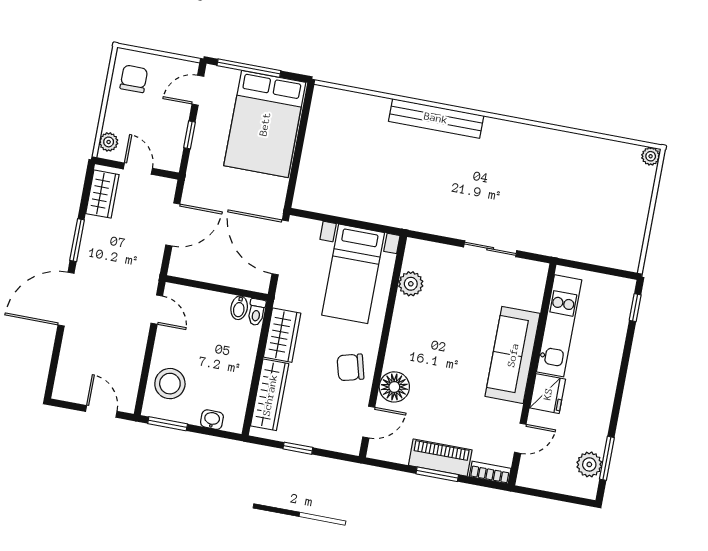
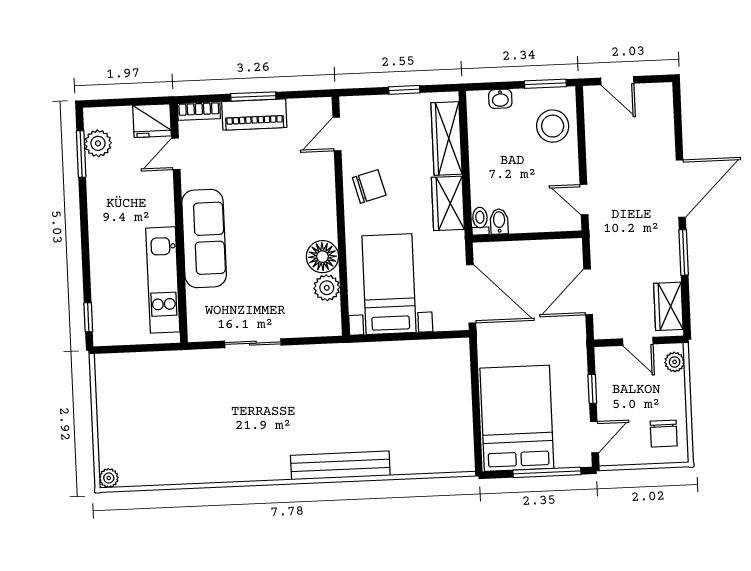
floor lamp: (394, 387) -> (322, 257), moved
fridge: (548, 394) -> (152, 121), moved, turned -90

